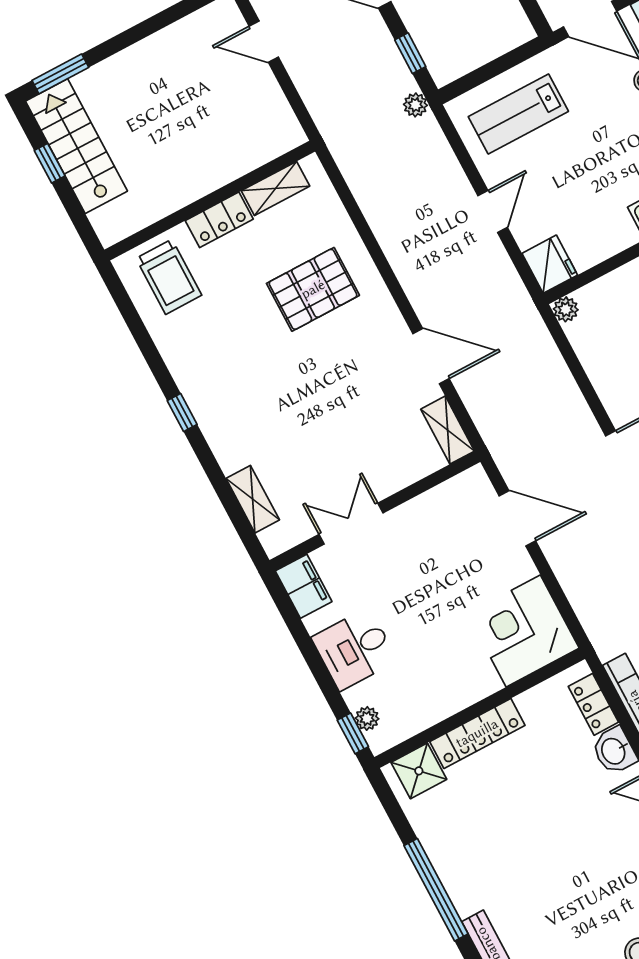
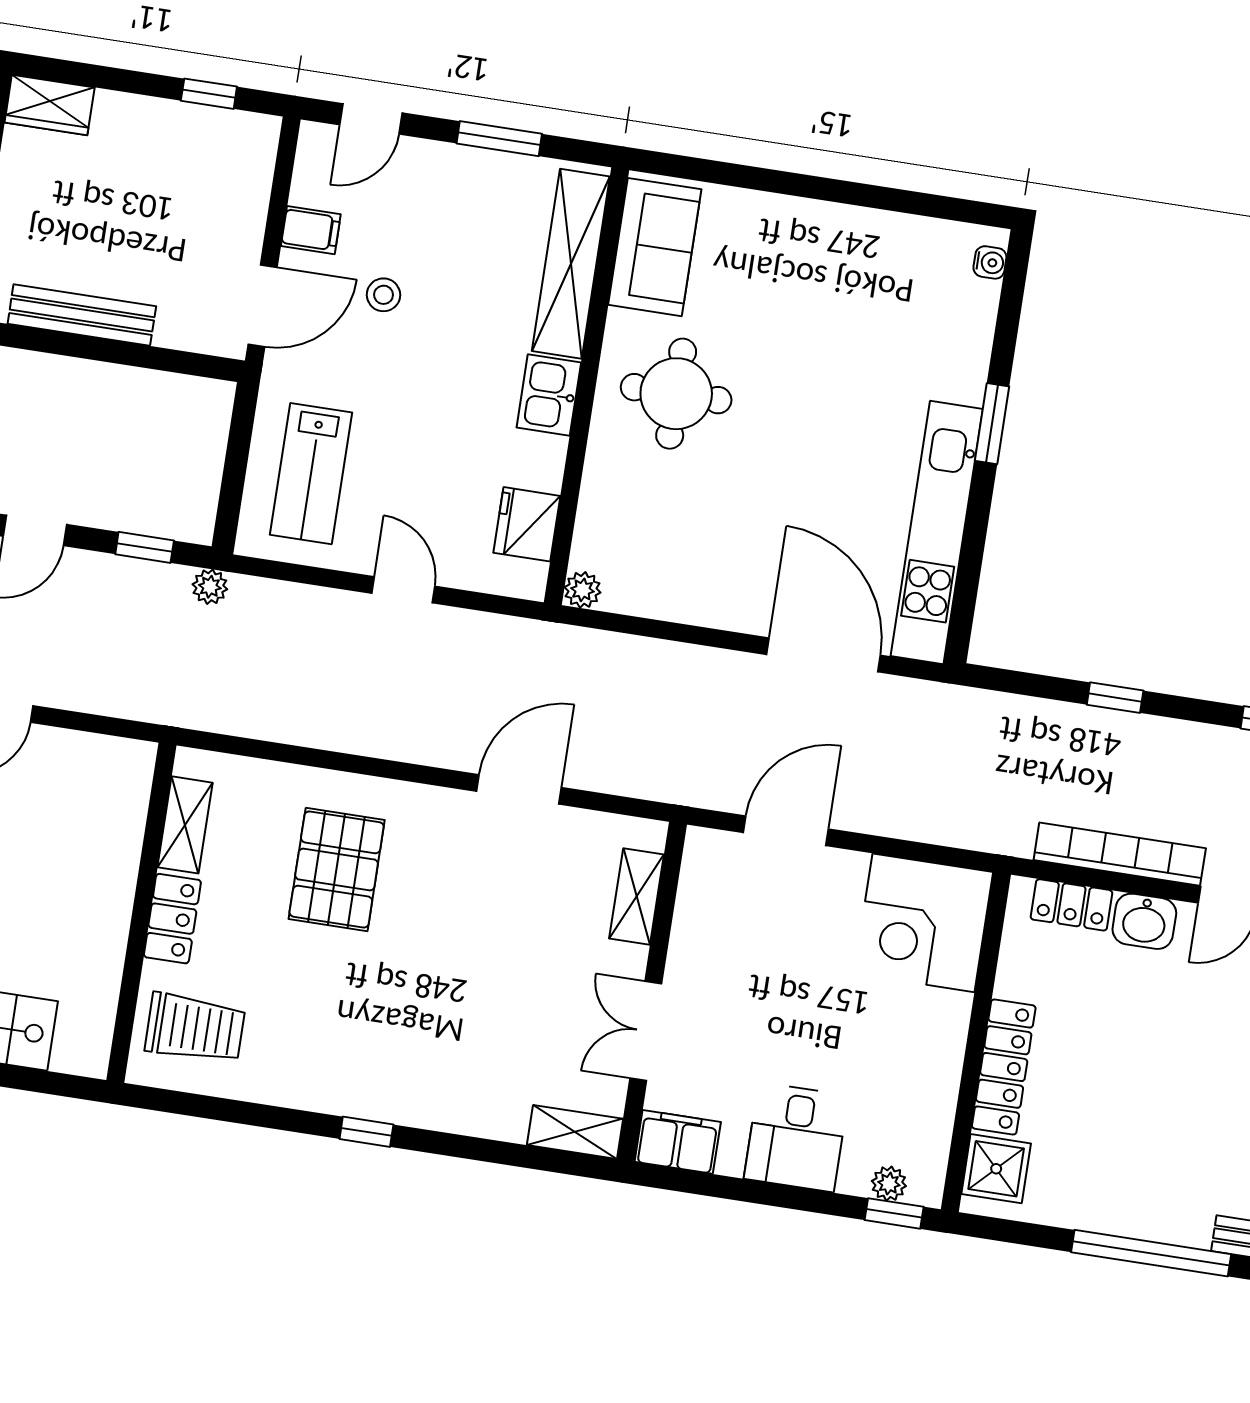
fridge: (550, 264) -> (527, 524), moved, turned -90
shelving: (448, 430) -> (637, 896), moved, turned 90
shelving: (253, 499) -> (575, 1132), moved

